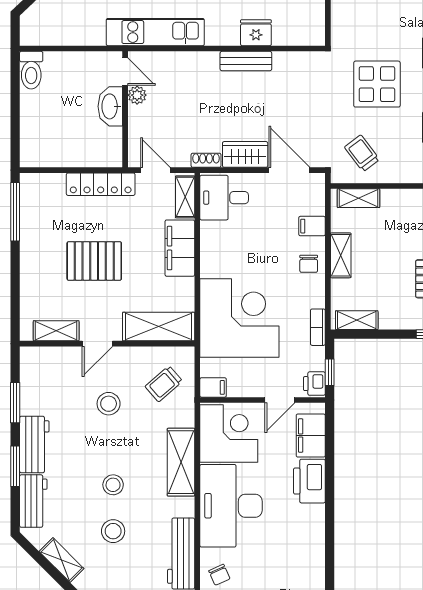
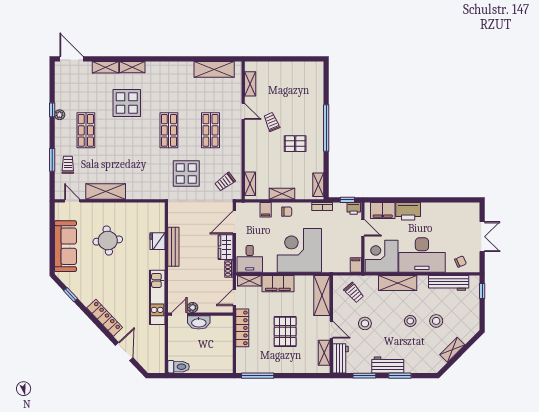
bench: (246, 61) -> (173, 247), width x1.36
corner desk: (239, 318) -> (299, 250), moved
workbench: (33, 501) -> (340, 358), moved, turned 90

